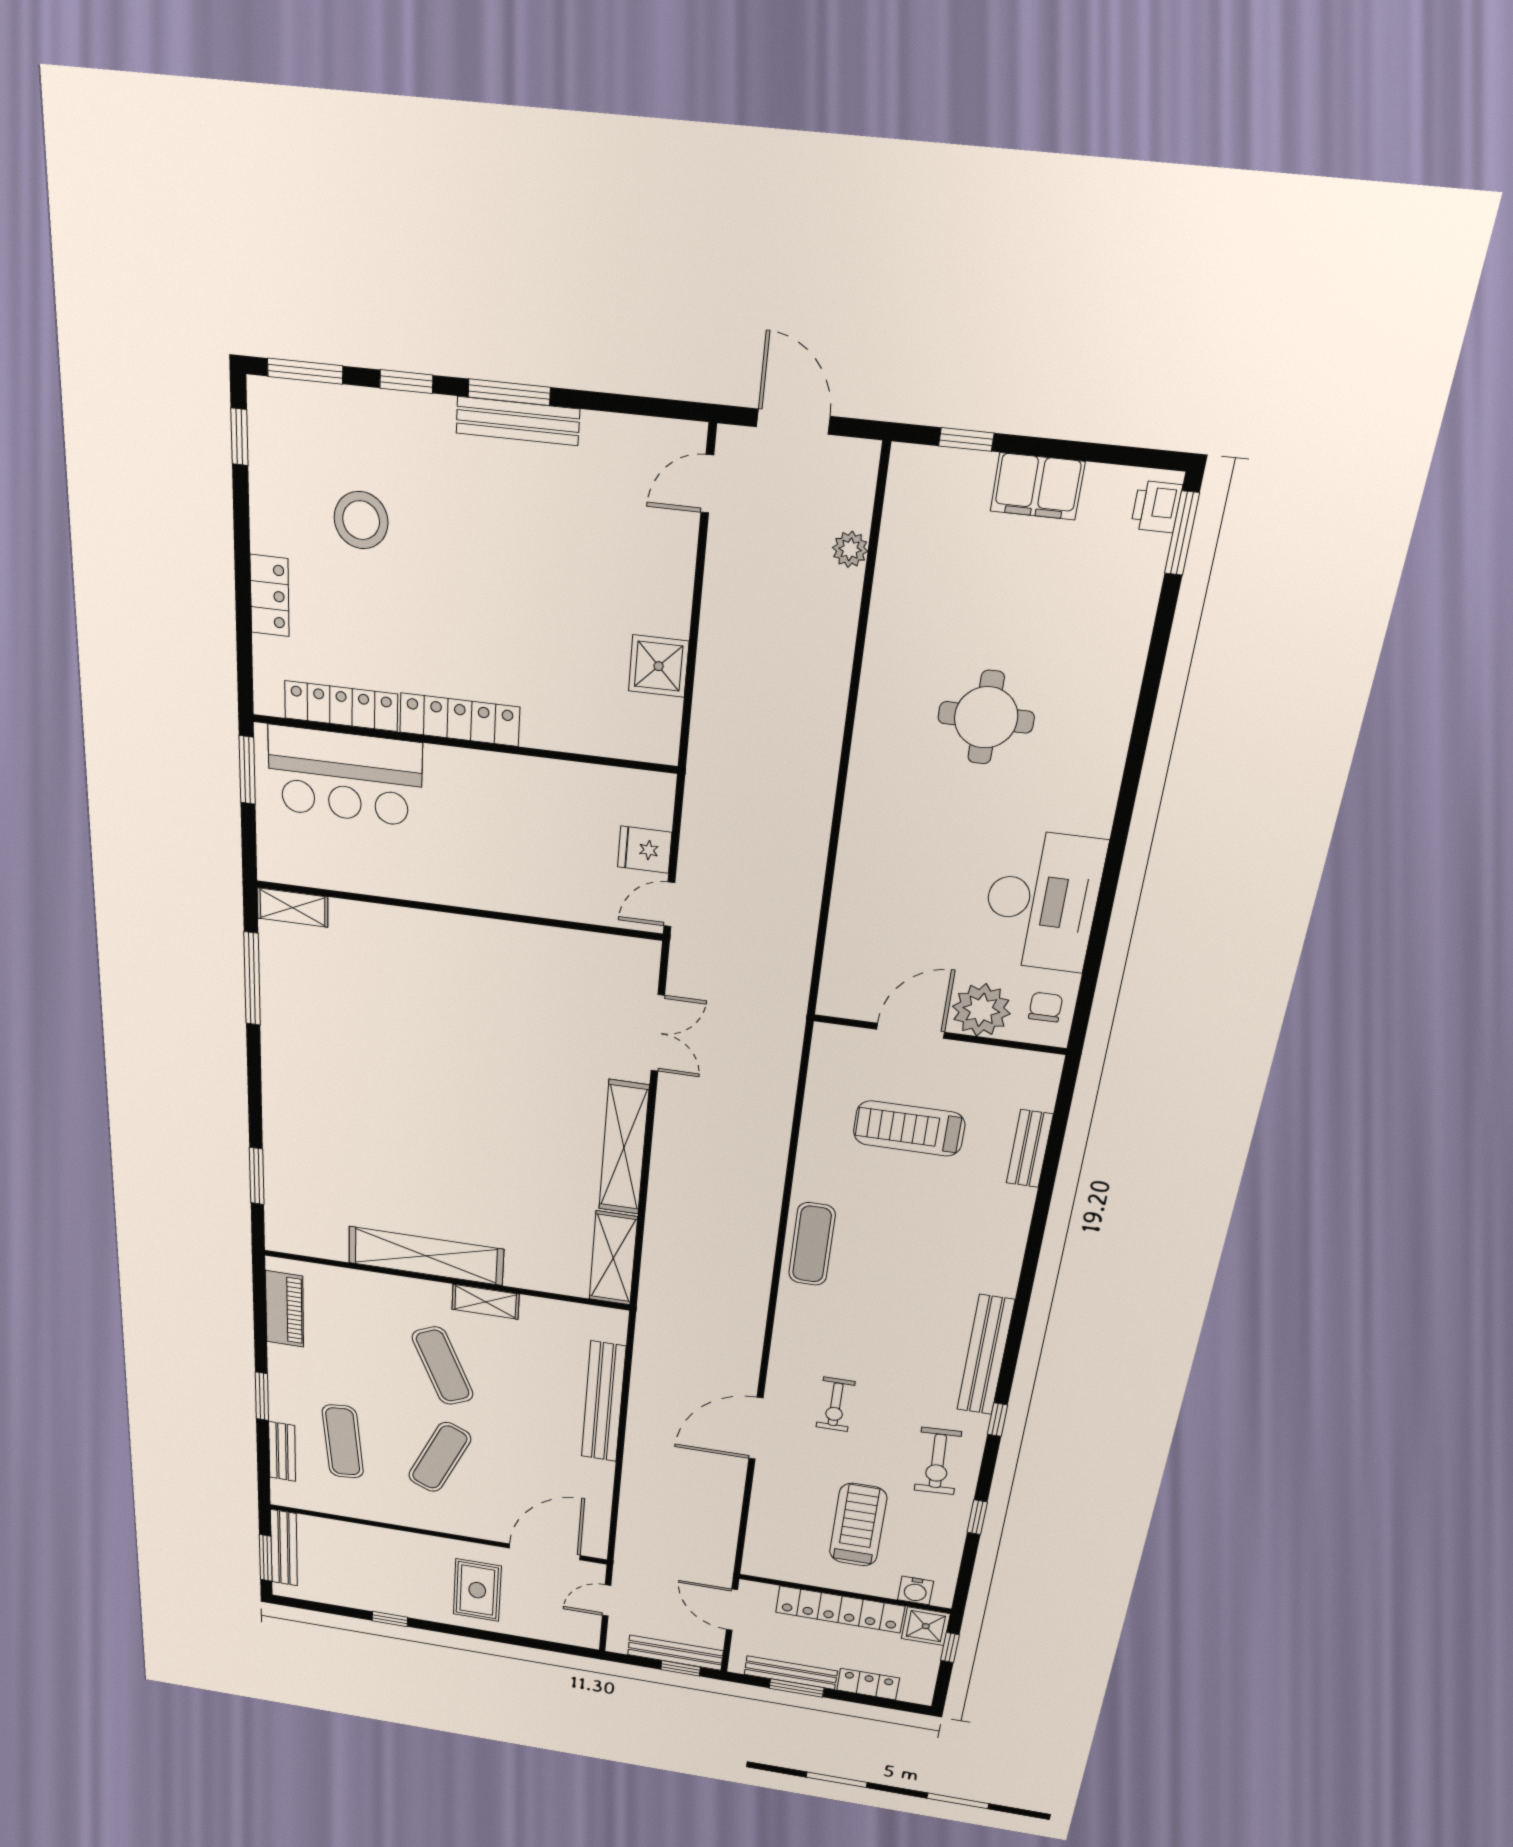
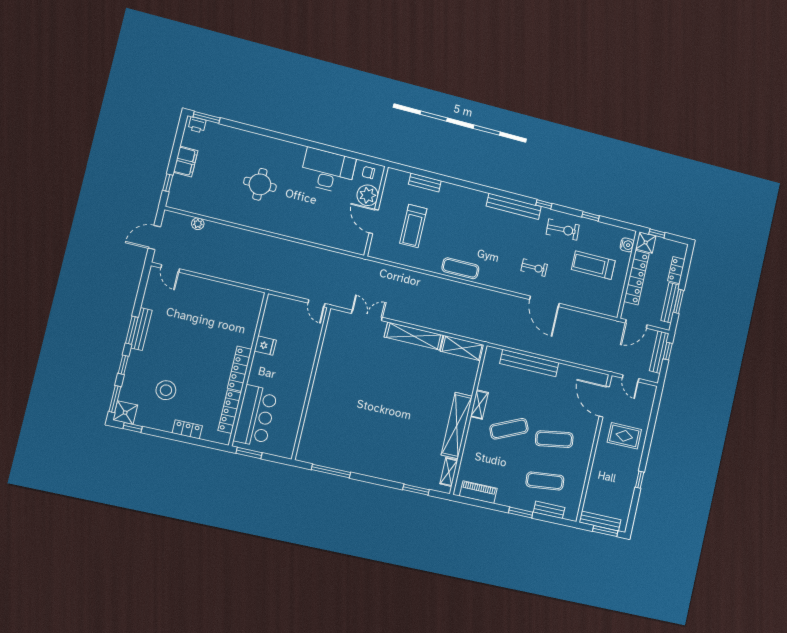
shower: (659, 666) -> (125, 413), moved
fridge: (645, 850) -> (265, 346), moved, turned -90
shelving: (293, 908) -> (449, 472), moved
exercise mat: (440, 1457) -> (554, 439), turned -33

